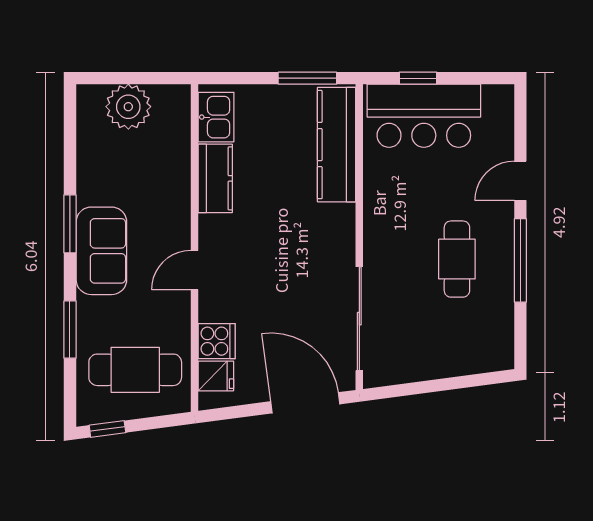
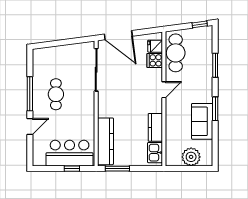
sofa: (101, 251) -> (202, 121), moved
cafe table: (135, 370) -> (176, 53), moved, turned 90

